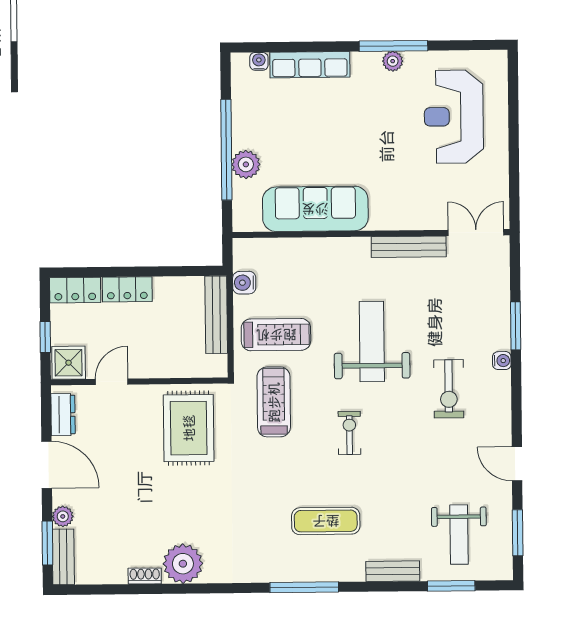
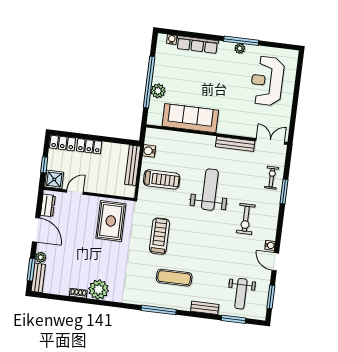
water cooler: (502, 361) -> (270, 245), moved
treadmill: (274, 402) -> (159, 236), moved
exercise bike: (349, 433) -> (272, 178), moved

